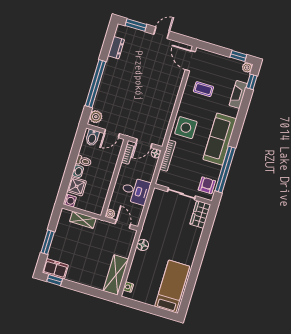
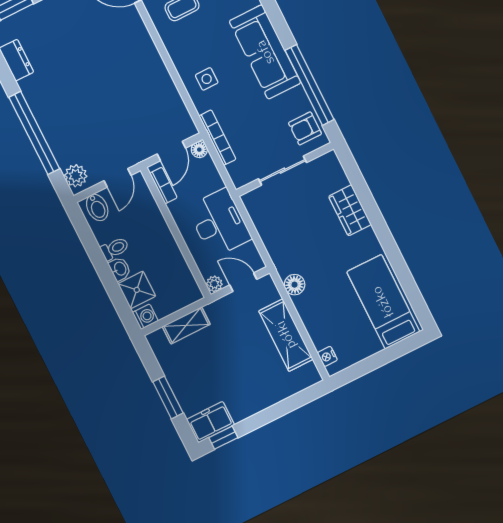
side table: (186, 128) -> (207, 79), width x0.54, depth x0.54
armchair: (207, 185) -> (305, 128), turned -90
desk: (136, 191) -> (219, 223), width x1.37
wardrobe: (200, 214) -> (350, 210), moved
shelving: (116, 275) -> (286, 335), moved

